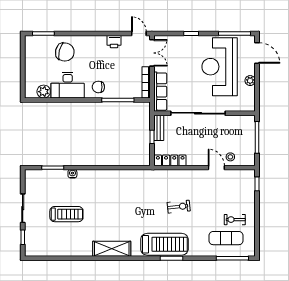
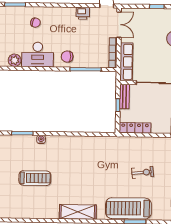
chair: (65, 52) -> (35, 23), width x0.54, depth x0.54
treadmill: (164, 244) -> (128, 208), turned 180

